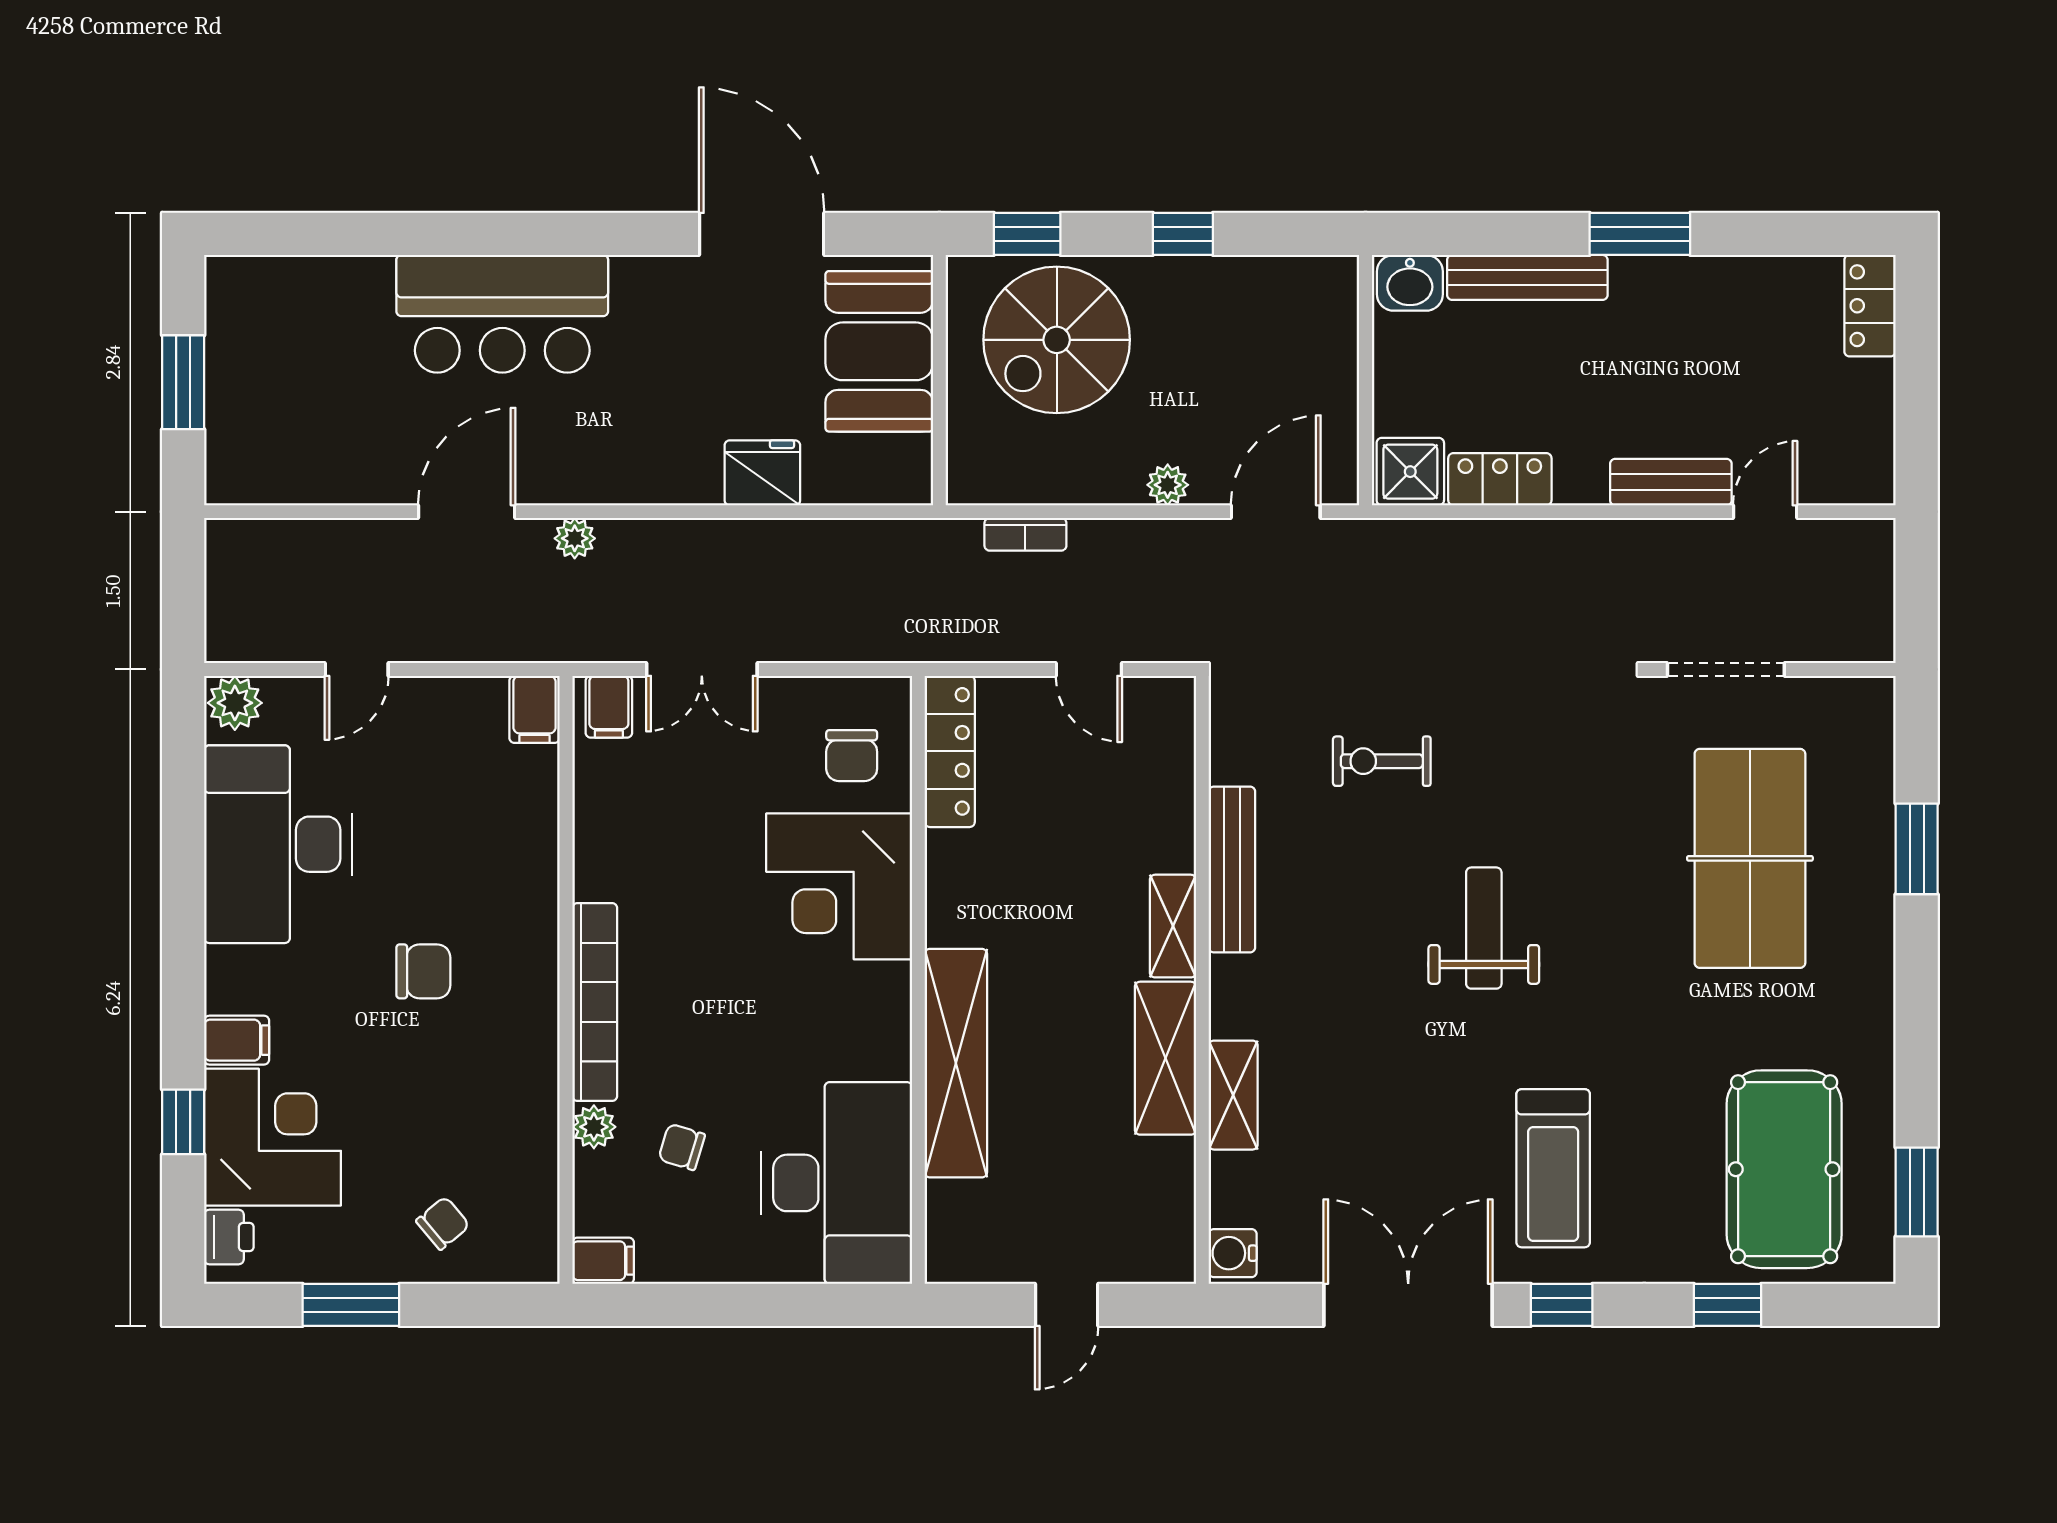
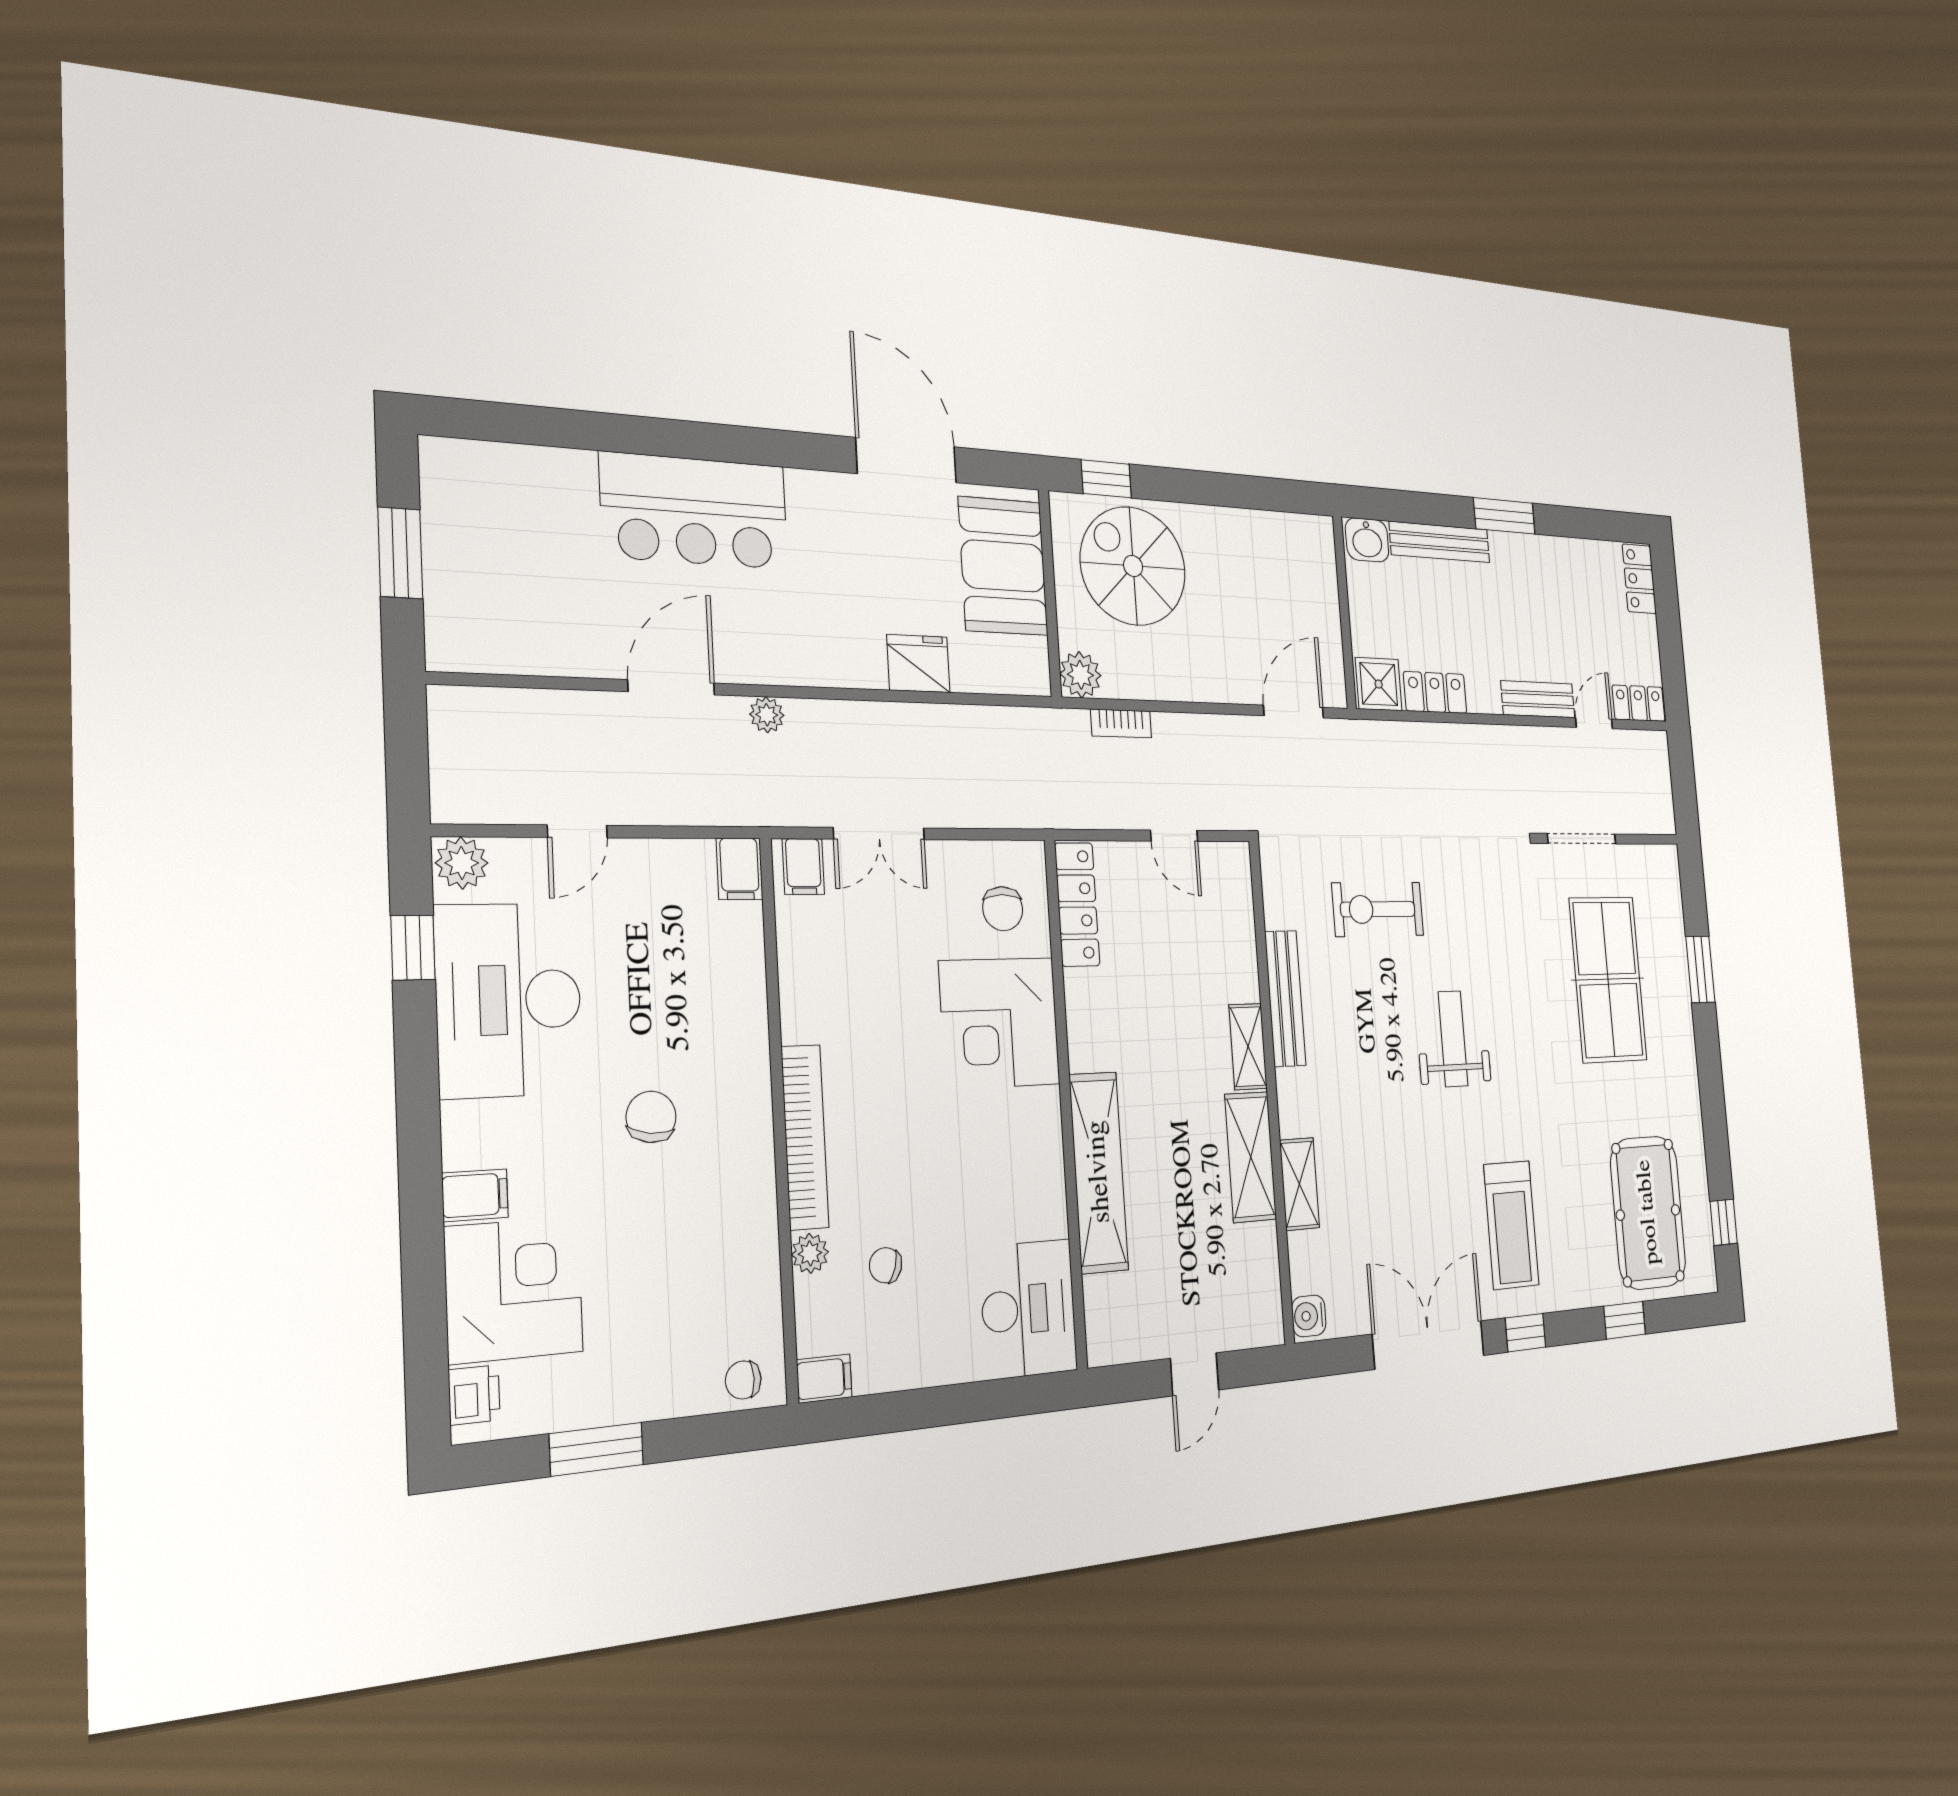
window: (1183, 234) -> (1215, 489), removed
spiral stairs: (1057, 340) -> (1133, 566), turned 90
locker: (1848, 481) -> (1639, 703), added
plant: (1168, 485) -> (1080, 675), moved, width x1.38, depth x1.38
exercise bike: (1382, 761) -> (1378, 909), width x1.38, depth x1.39
chair: (423, 971) -> (651, 1117), turned -83
window: (183, 1122) -> (413, 948), moved
desk: (837, 1183) -> (1028, 1309), width x0.73, depth x0.77
window: (1917, 1192) -> (1724, 1222), width x0.67
chair: (443, 1223) -> (743, 1380), moved, turned -140

